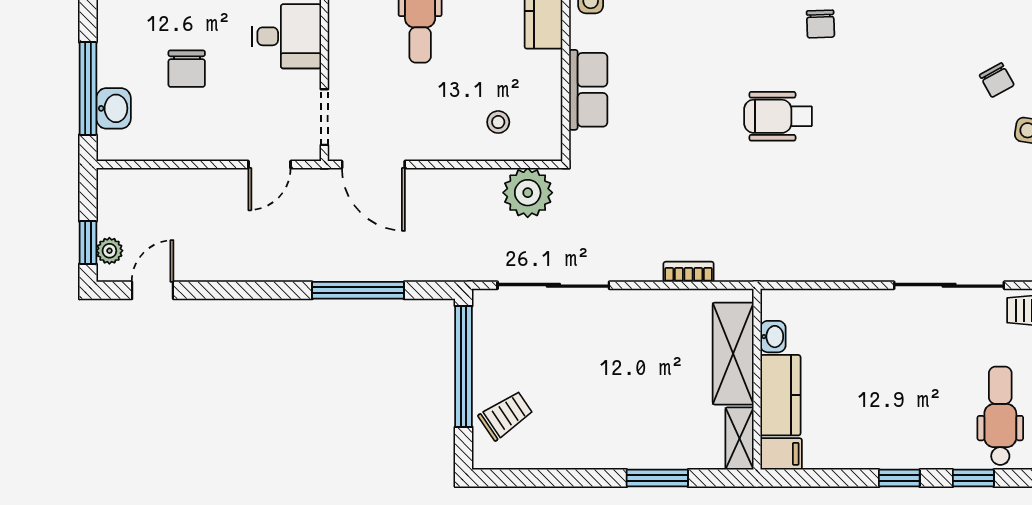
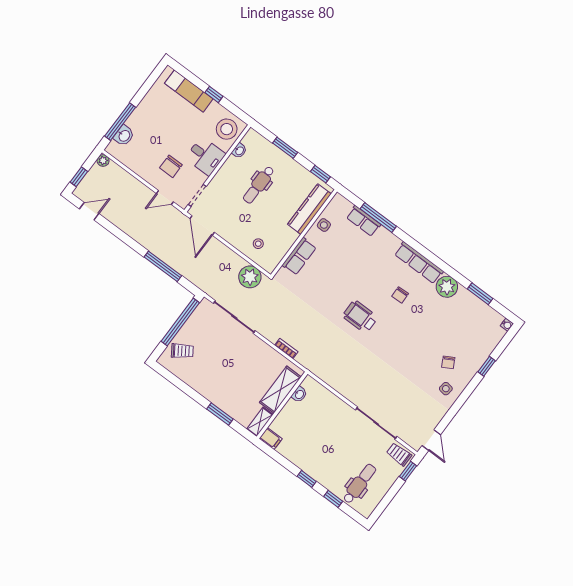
chair: (187, 69) -> (171, 166), moved
plant: (109, 251) -> (103, 161), moved
kitchen counter: (780, 395) -> (286, 417), removed

